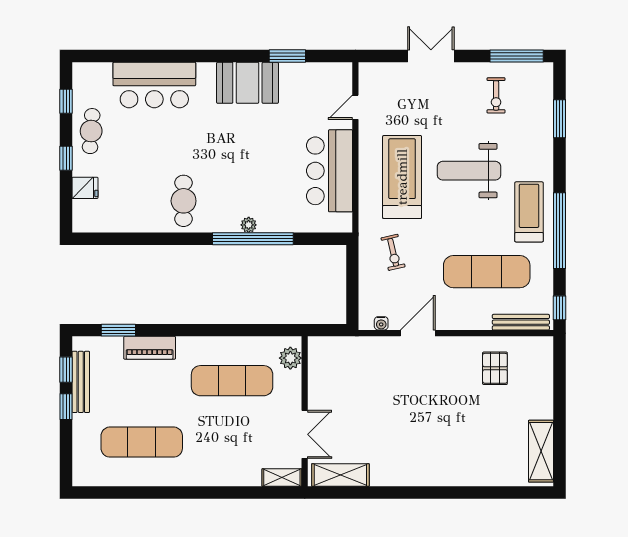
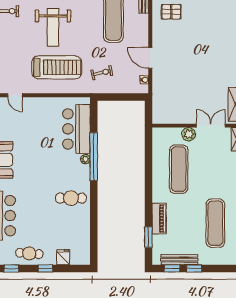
bar counter: (330, 171) -> (76, 129), moved, turned 90
treadmill: (402, 177) -> (57, 67), turned 180
plant: (290, 358) -> (189, 134), moved

